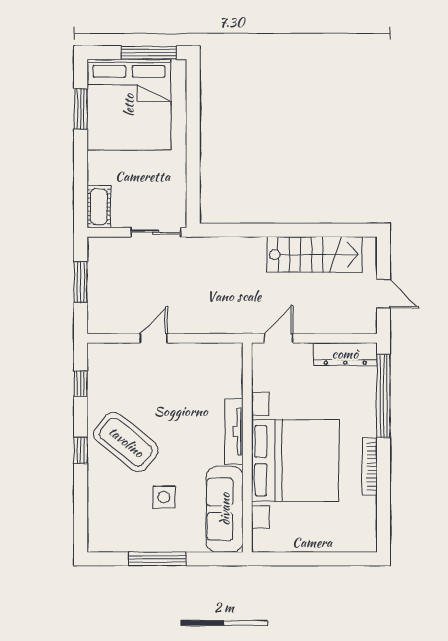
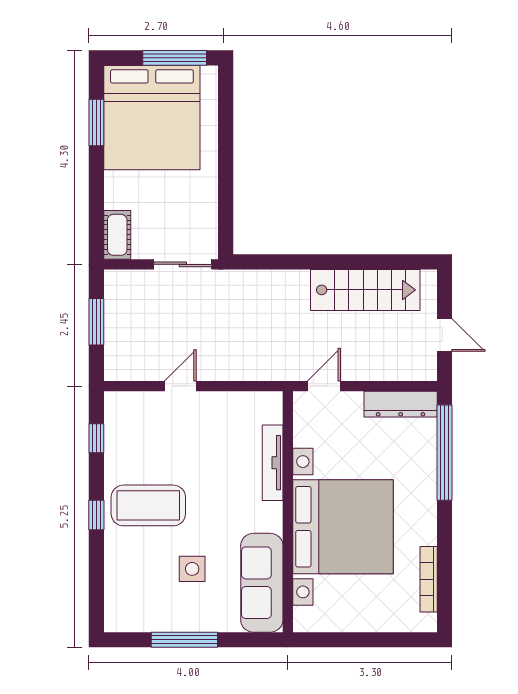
tv unit: (234, 432) -> (273, 463), moved
coffee table: (126, 442) -> (148, 505), turned -39
bookcase: (370, 467) -> (429, 579), moved

